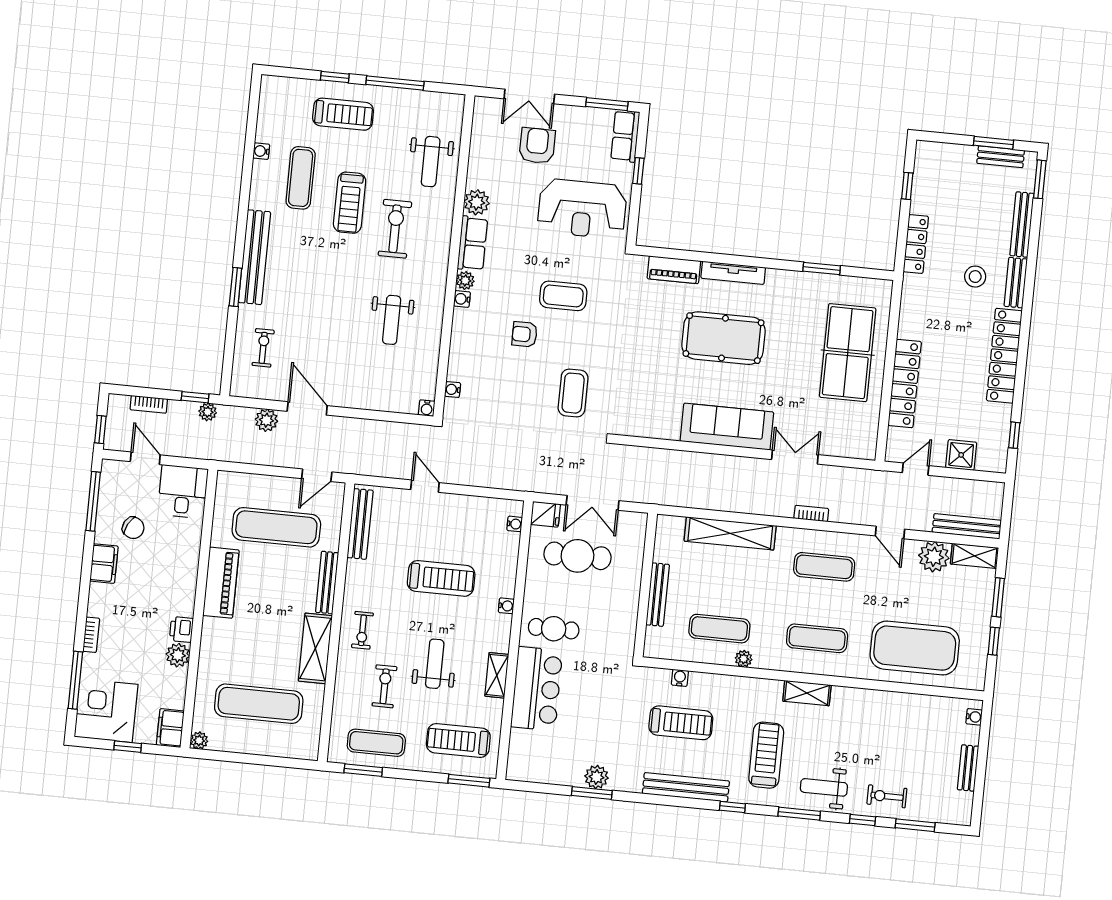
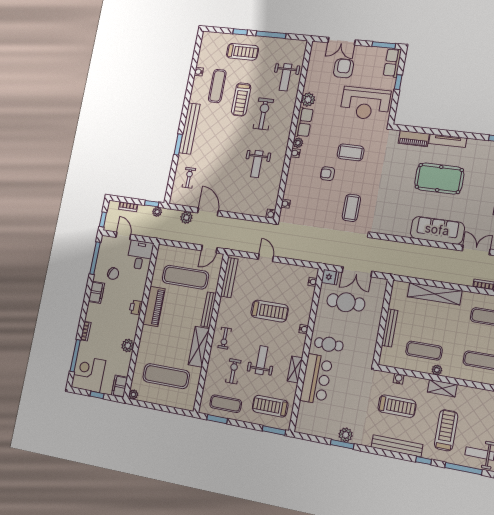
printer: (181, 629) -> (136, 307), moved
shelving: (807, 693) -> (442, 388), moved
window: (799, 814) -> (463, 469), width x1.44

